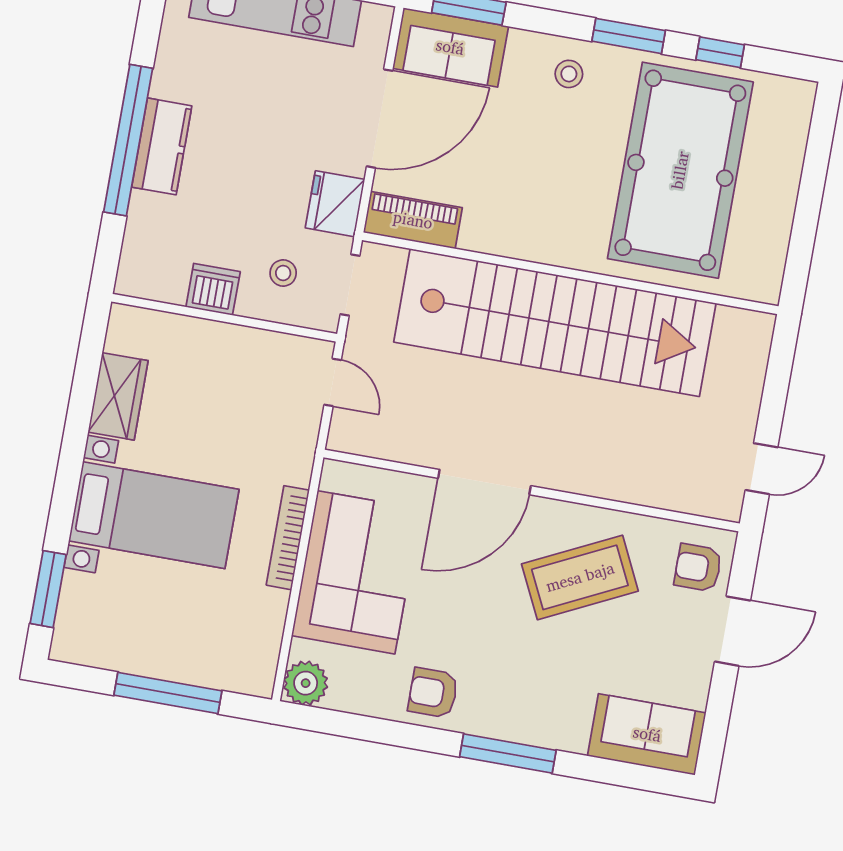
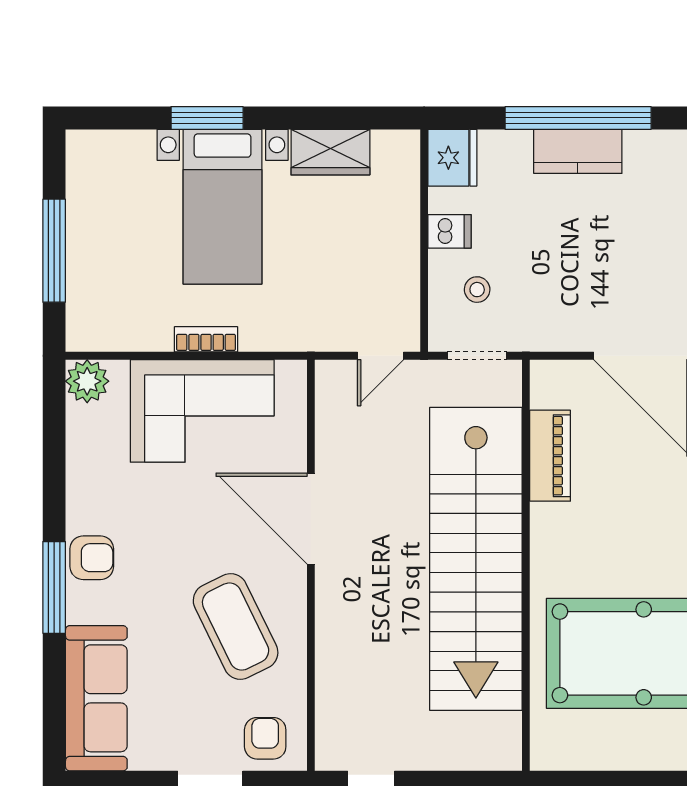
fridge: (335, 204) -> (452, 158), moved, turned 90
piano: (413, 220) -> (550, 456), moved
dishwasher: (213, 289) -> (449, 231), width x0.73
bookcase: (288, 538) -> (206, 339), width x0.64
window: (48, 589) -> (207, 118), moved
armchair: (433, 693) -> (92, 558), moved, turned 90
sofa: (647, 734) -> (96, 698), width x1.36

